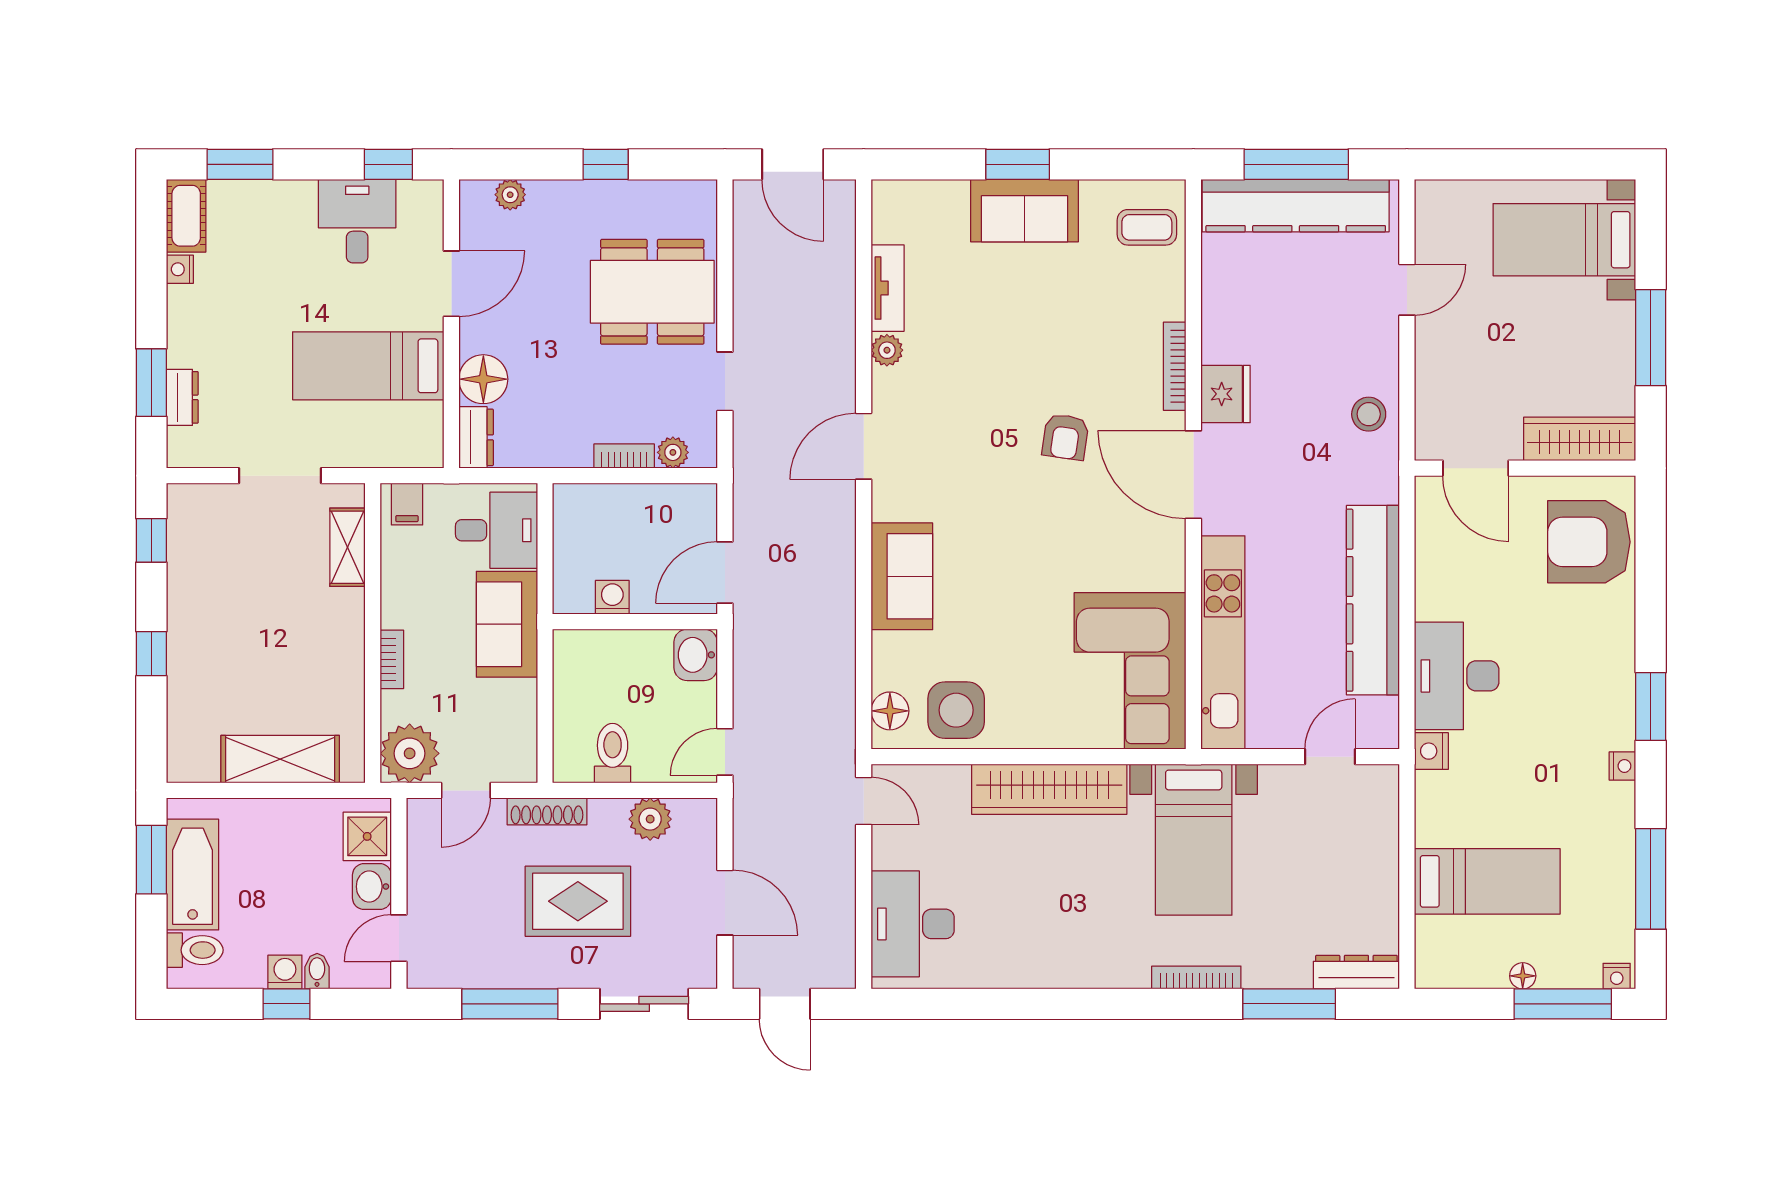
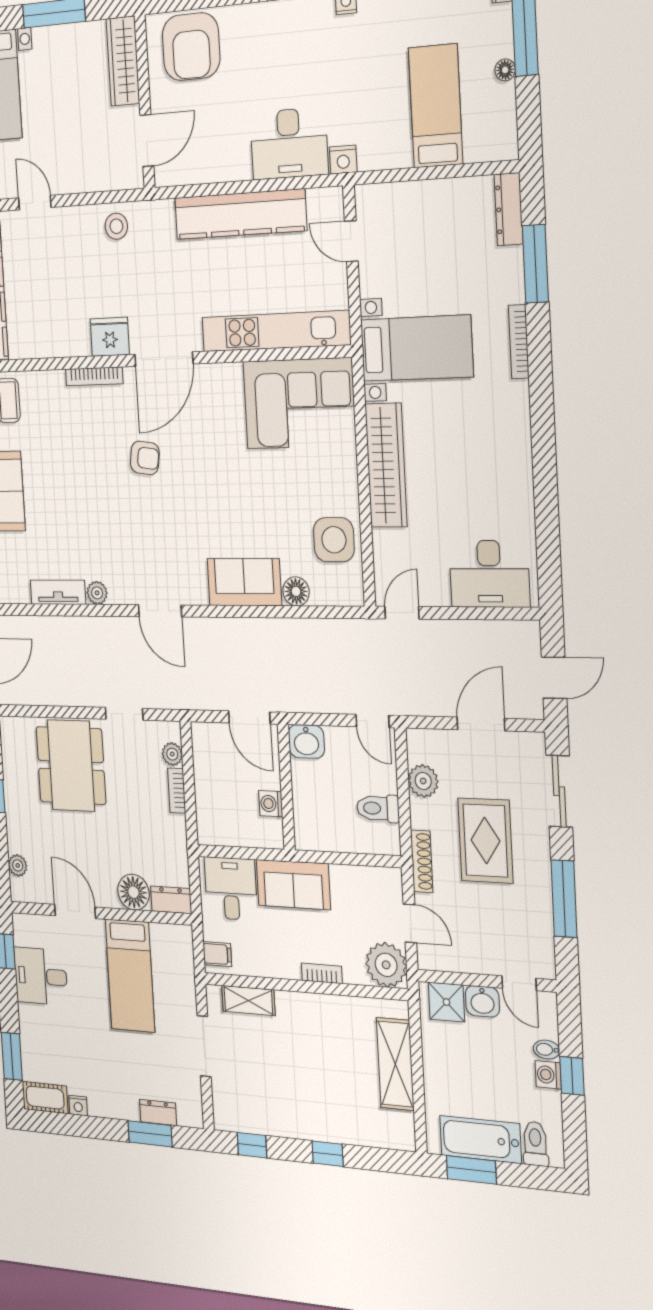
floor lamp: (890, 711) -> (296, 591), moved

